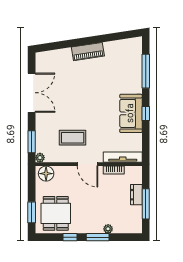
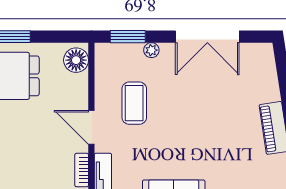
plant: (40, 158) -> (151, 50), moved
door: (88, 164) -> (91, 127), hinge flipped

